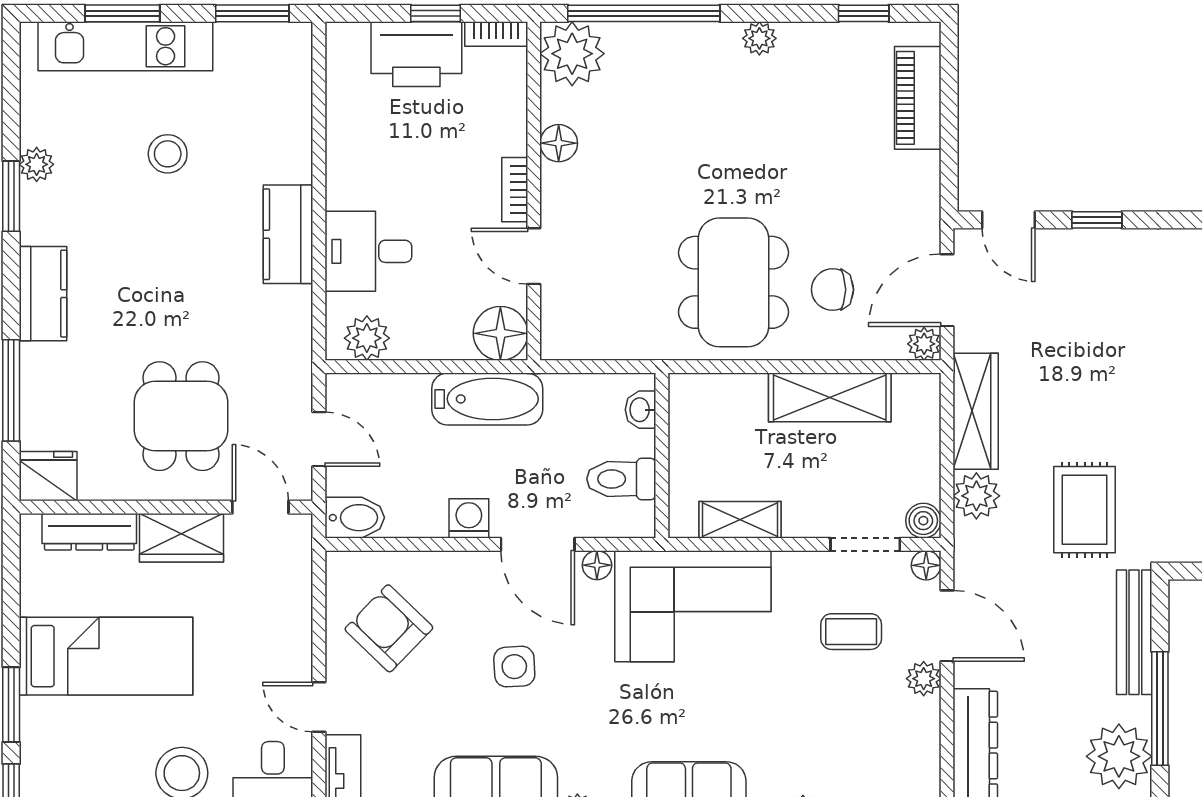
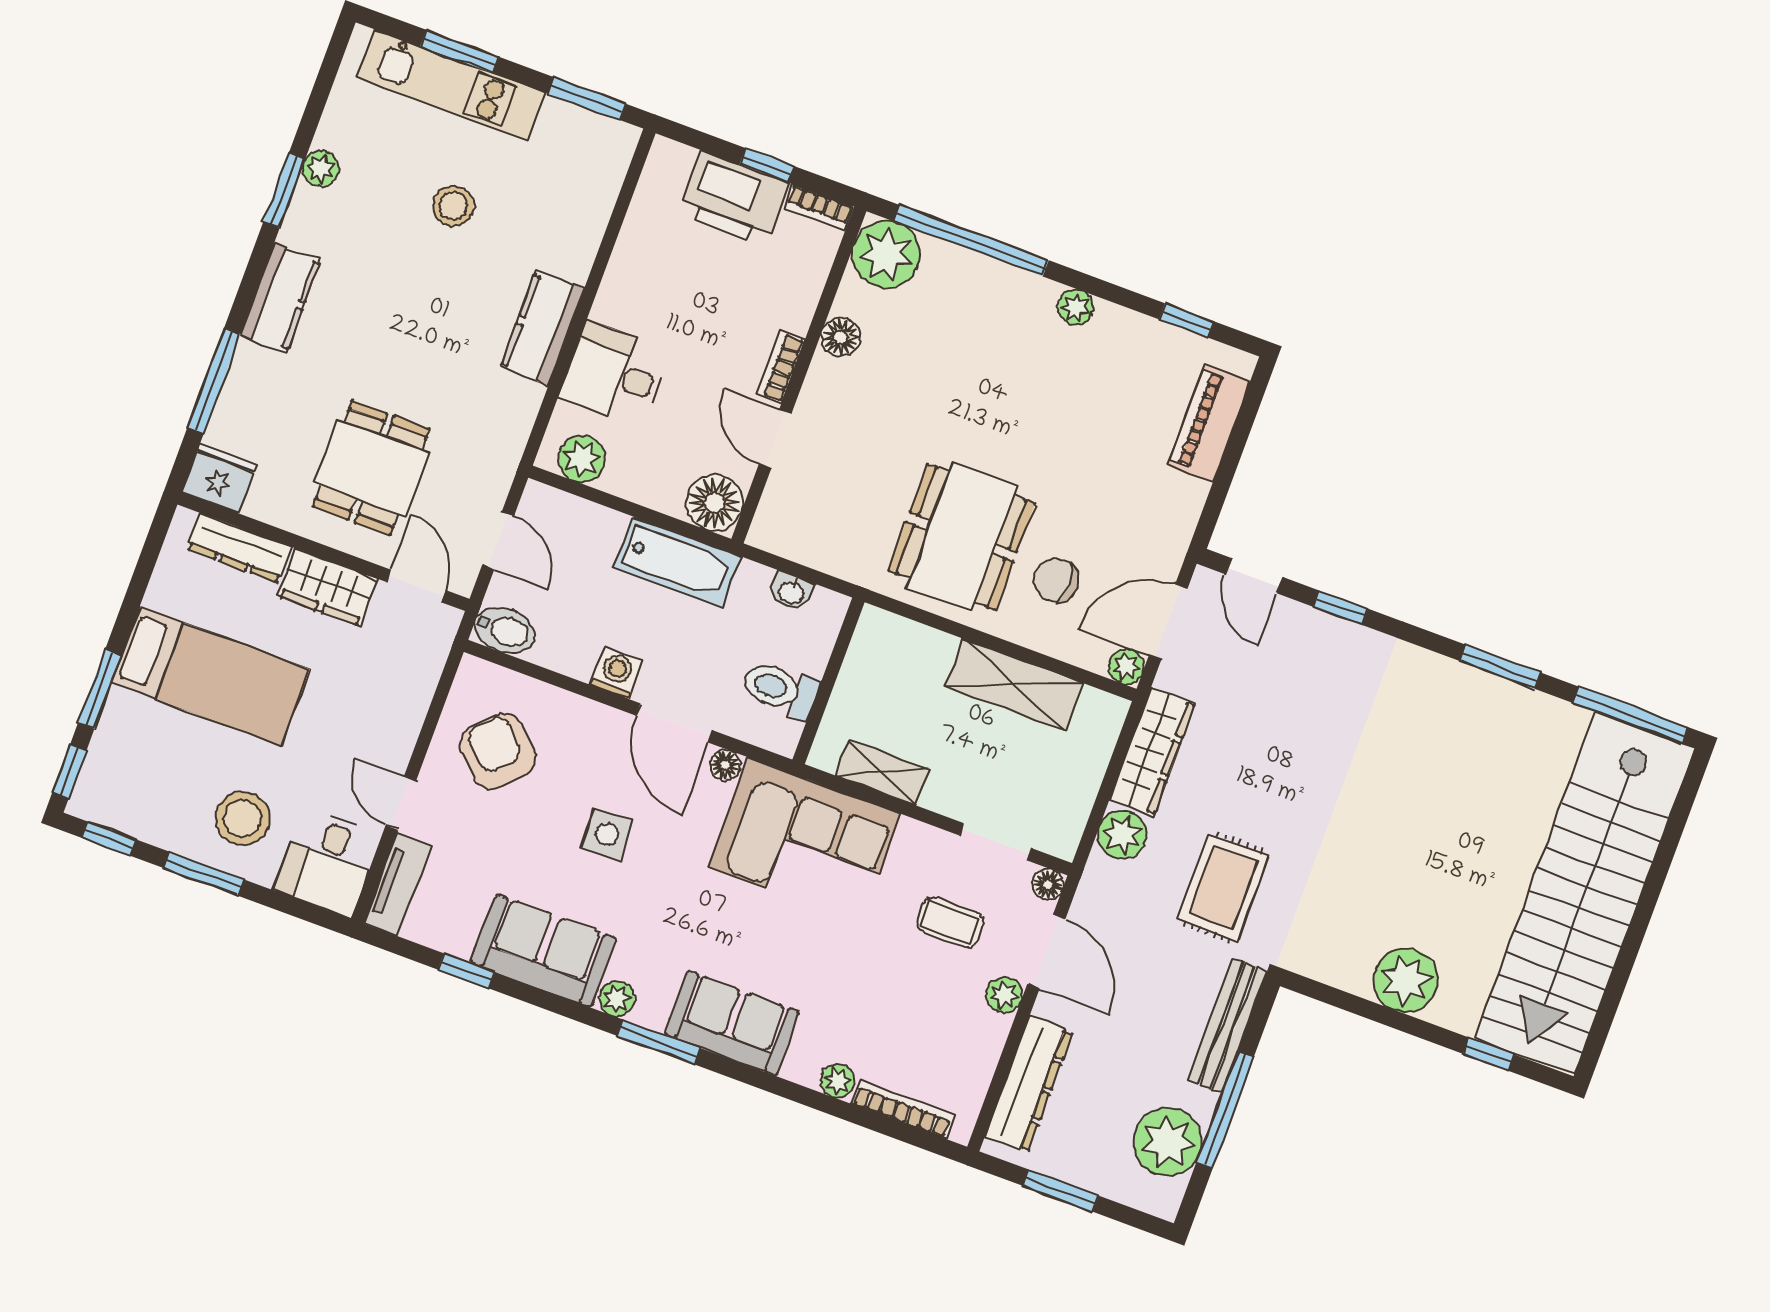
washbasin: (641, 410) -> (791, 592), moved, turned -90
boiler: (923, 521) -> (1061, 840), removed

